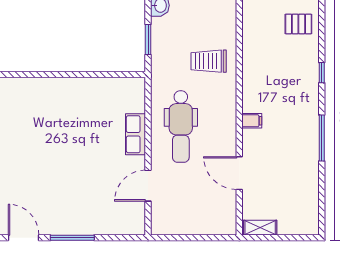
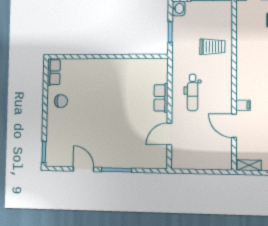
trolley: (209, 61) -> (212, 47), turned 180
filing cabinet: (252, 121) -> (243, 105), moved
dental chair: (181, 126) -> (193, 92), width x0.73, depth x0.72

